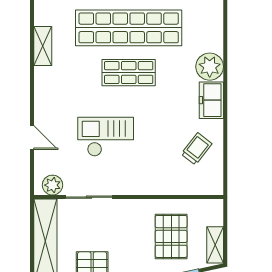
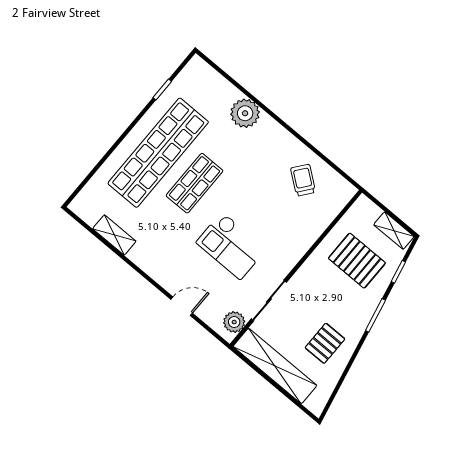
freezer: (211, 100) -> (274, 135), removed
checkout: (106, 137) -> (231, 246), turned -90

